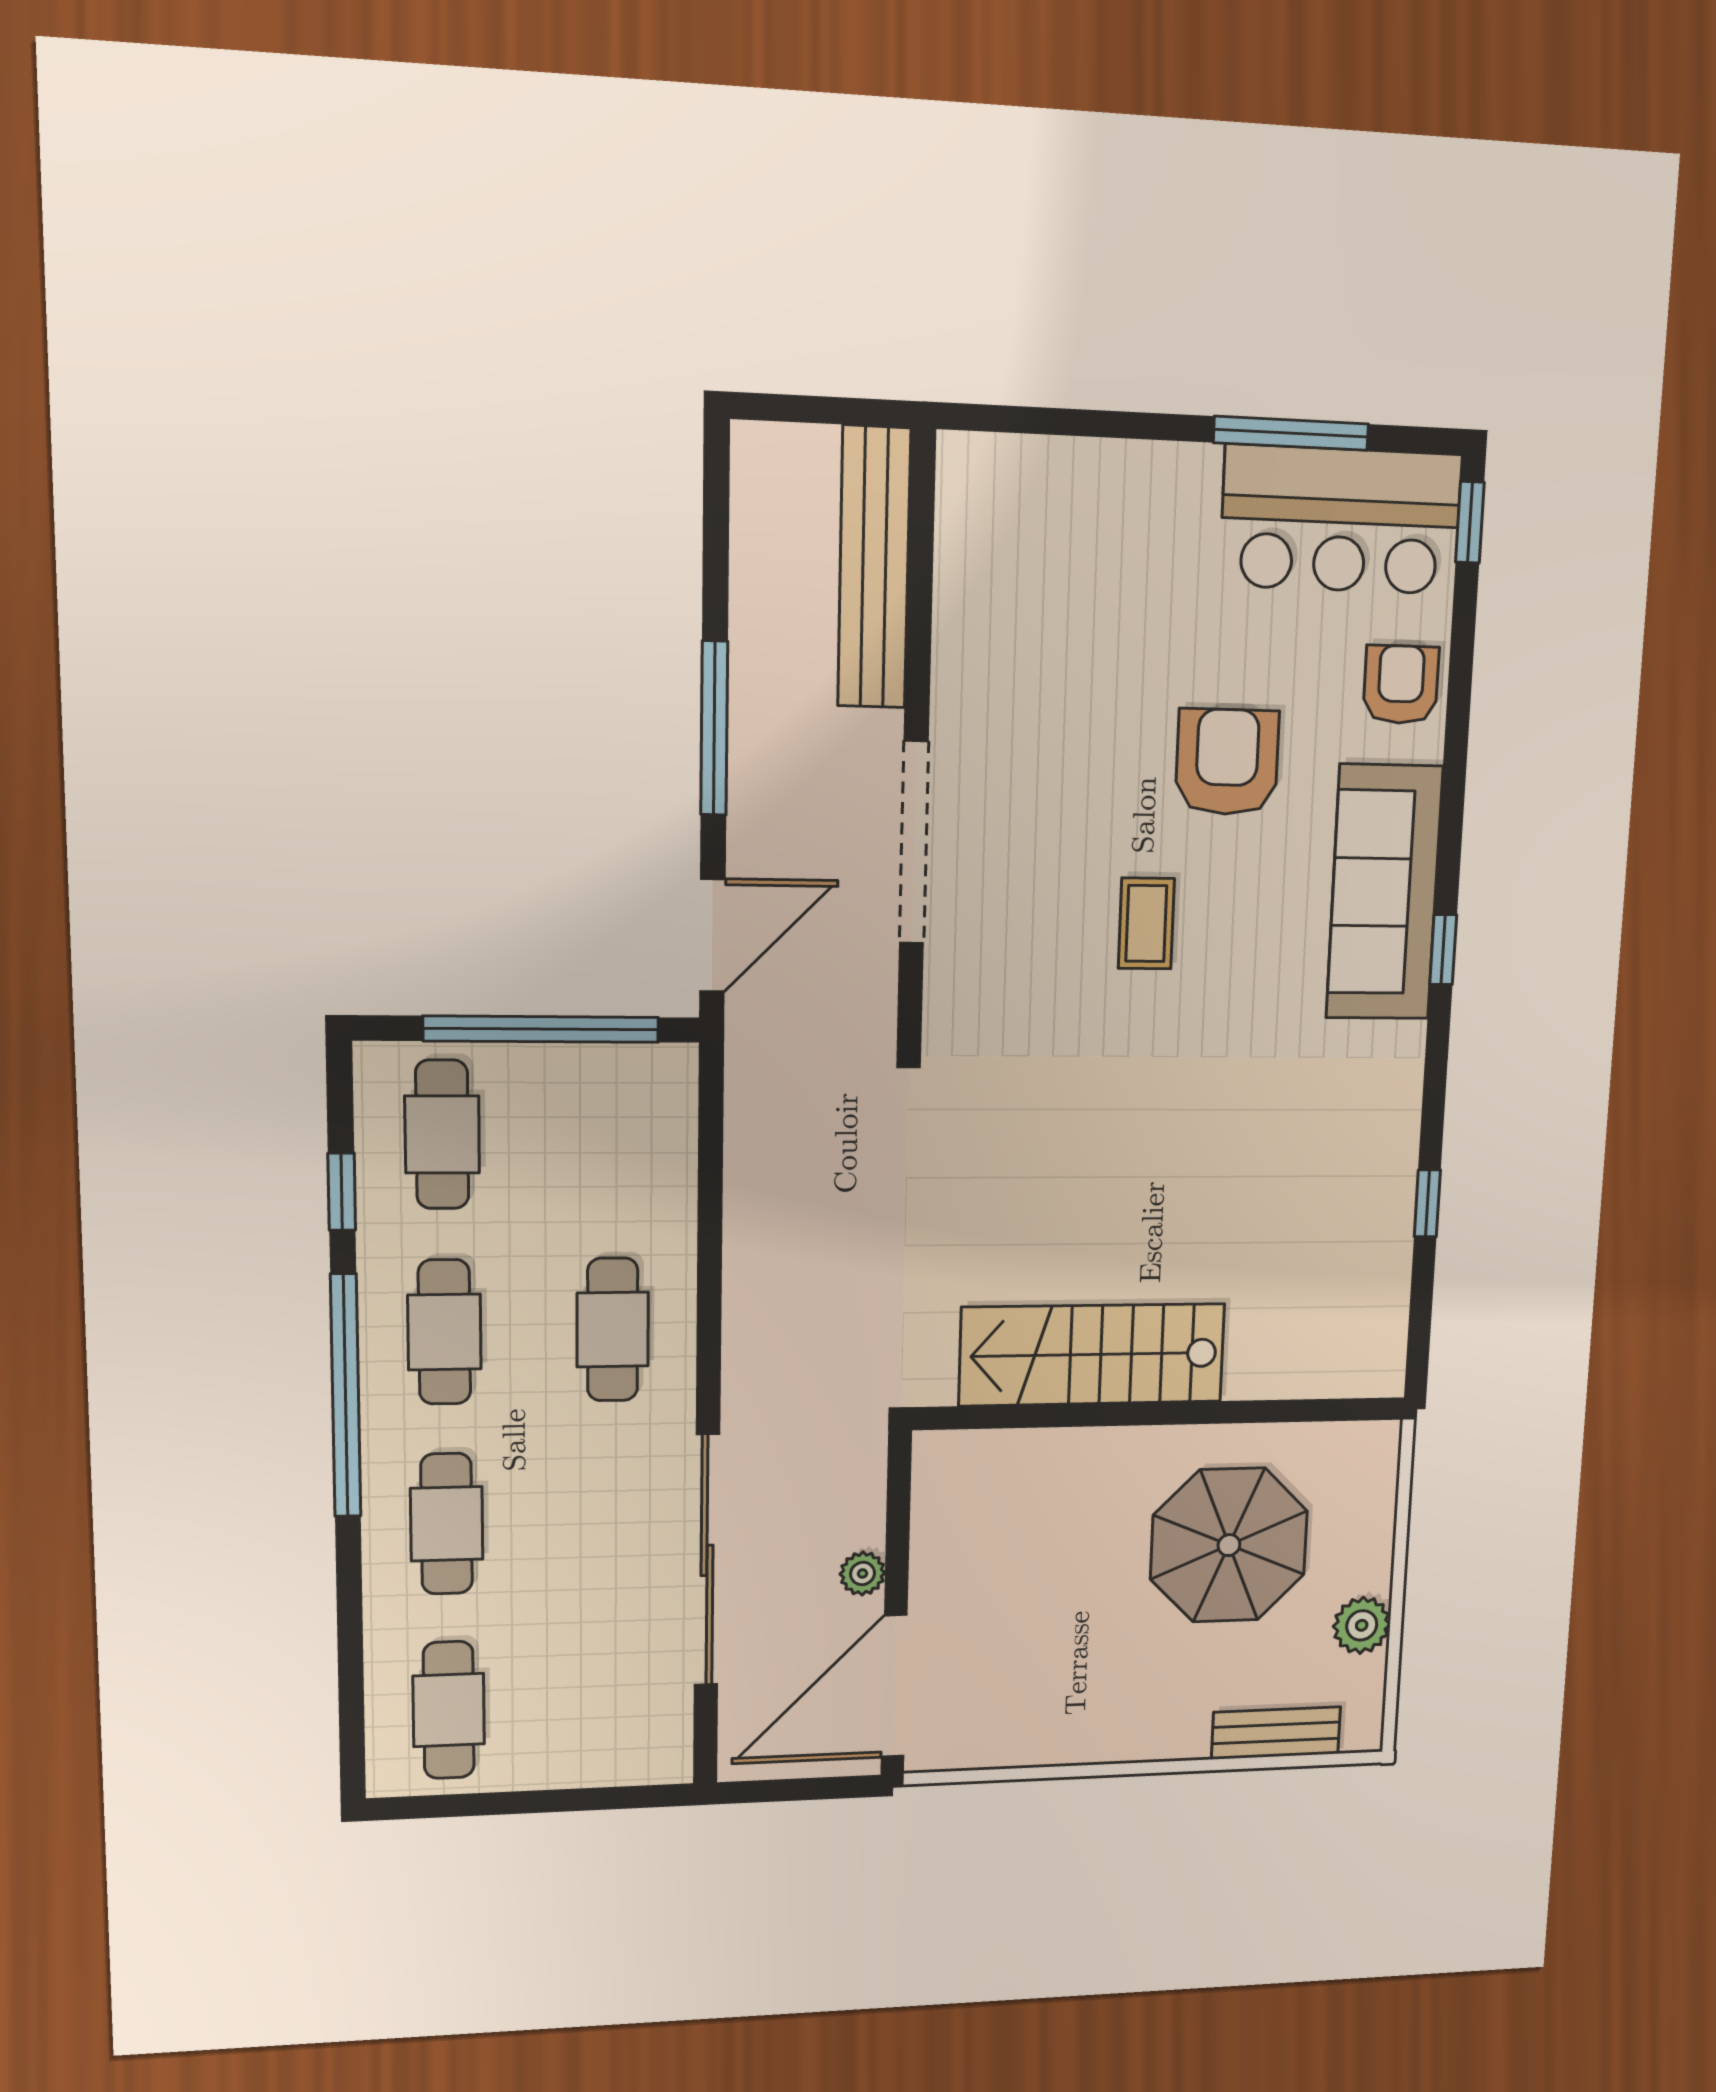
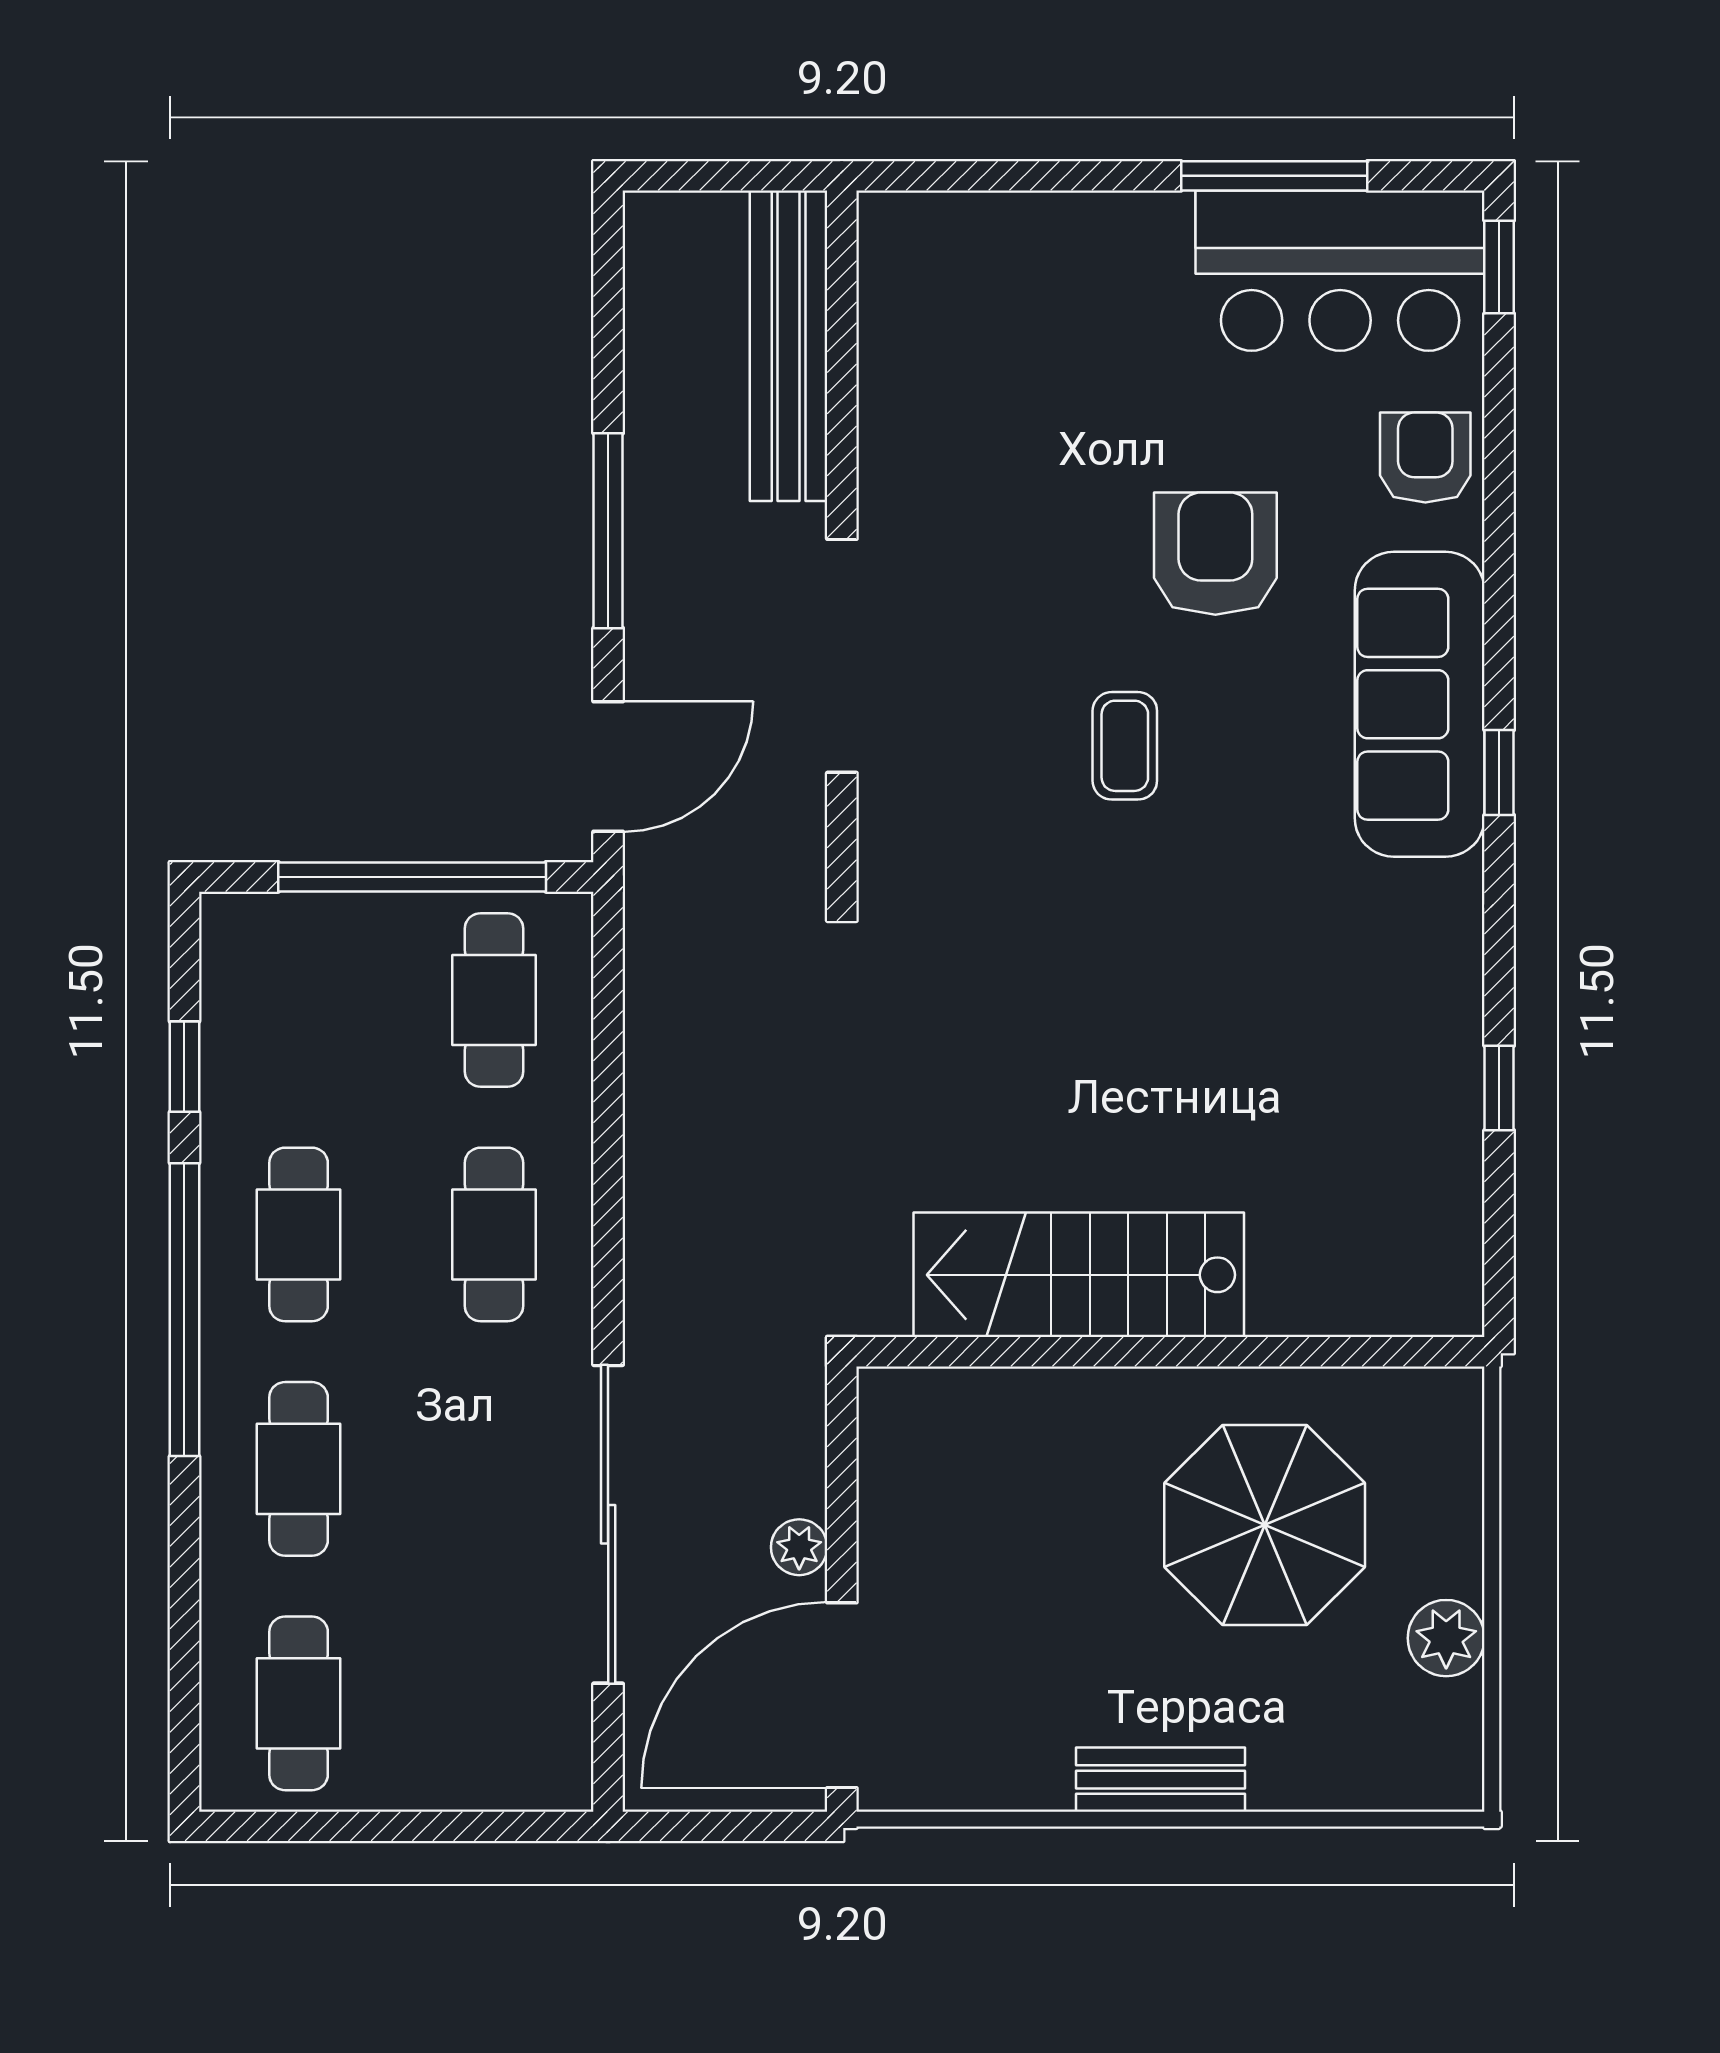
cafe table: (442, 1134) -> (494, 1000), moved
bench: (1276, 1733) -> (1160, 1780), moved

